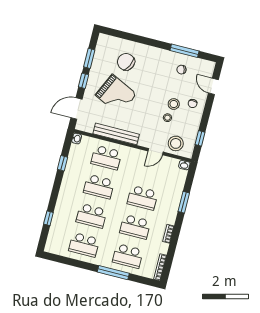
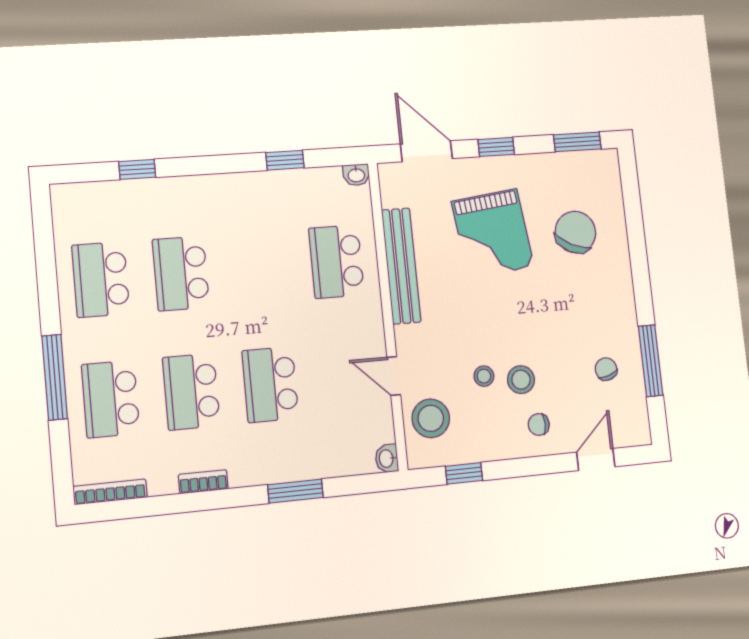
window: (89, 58) -> (577, 142), moved
grand piano: (116, 94) -> (493, 234), turned -32
school desk: (99, 187) -> (260, 267), removed

